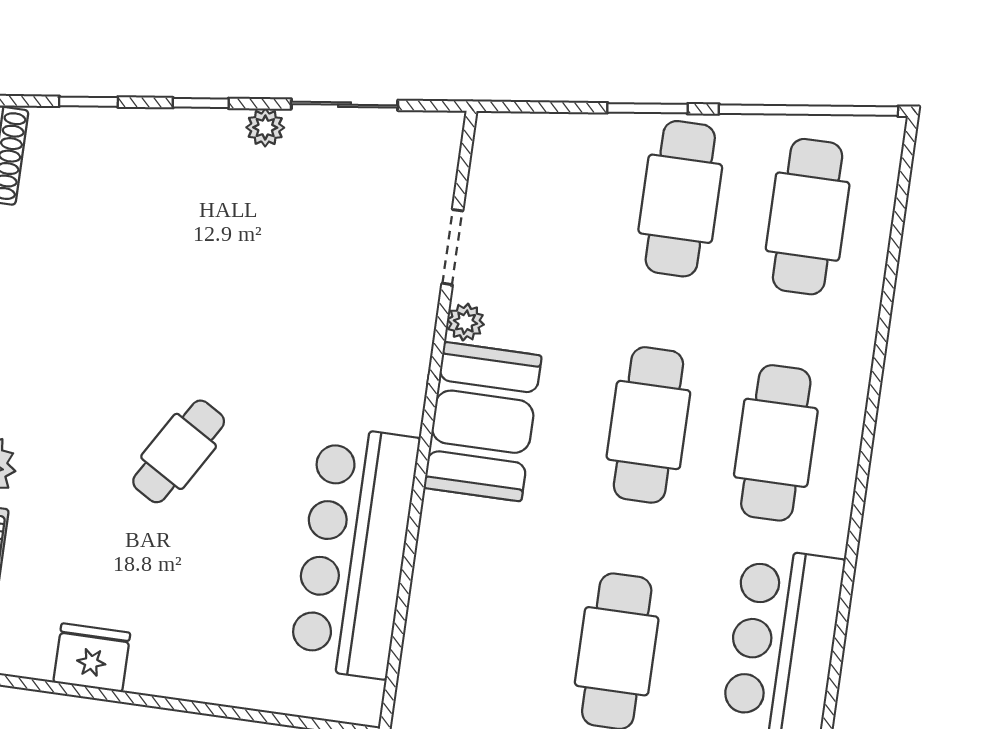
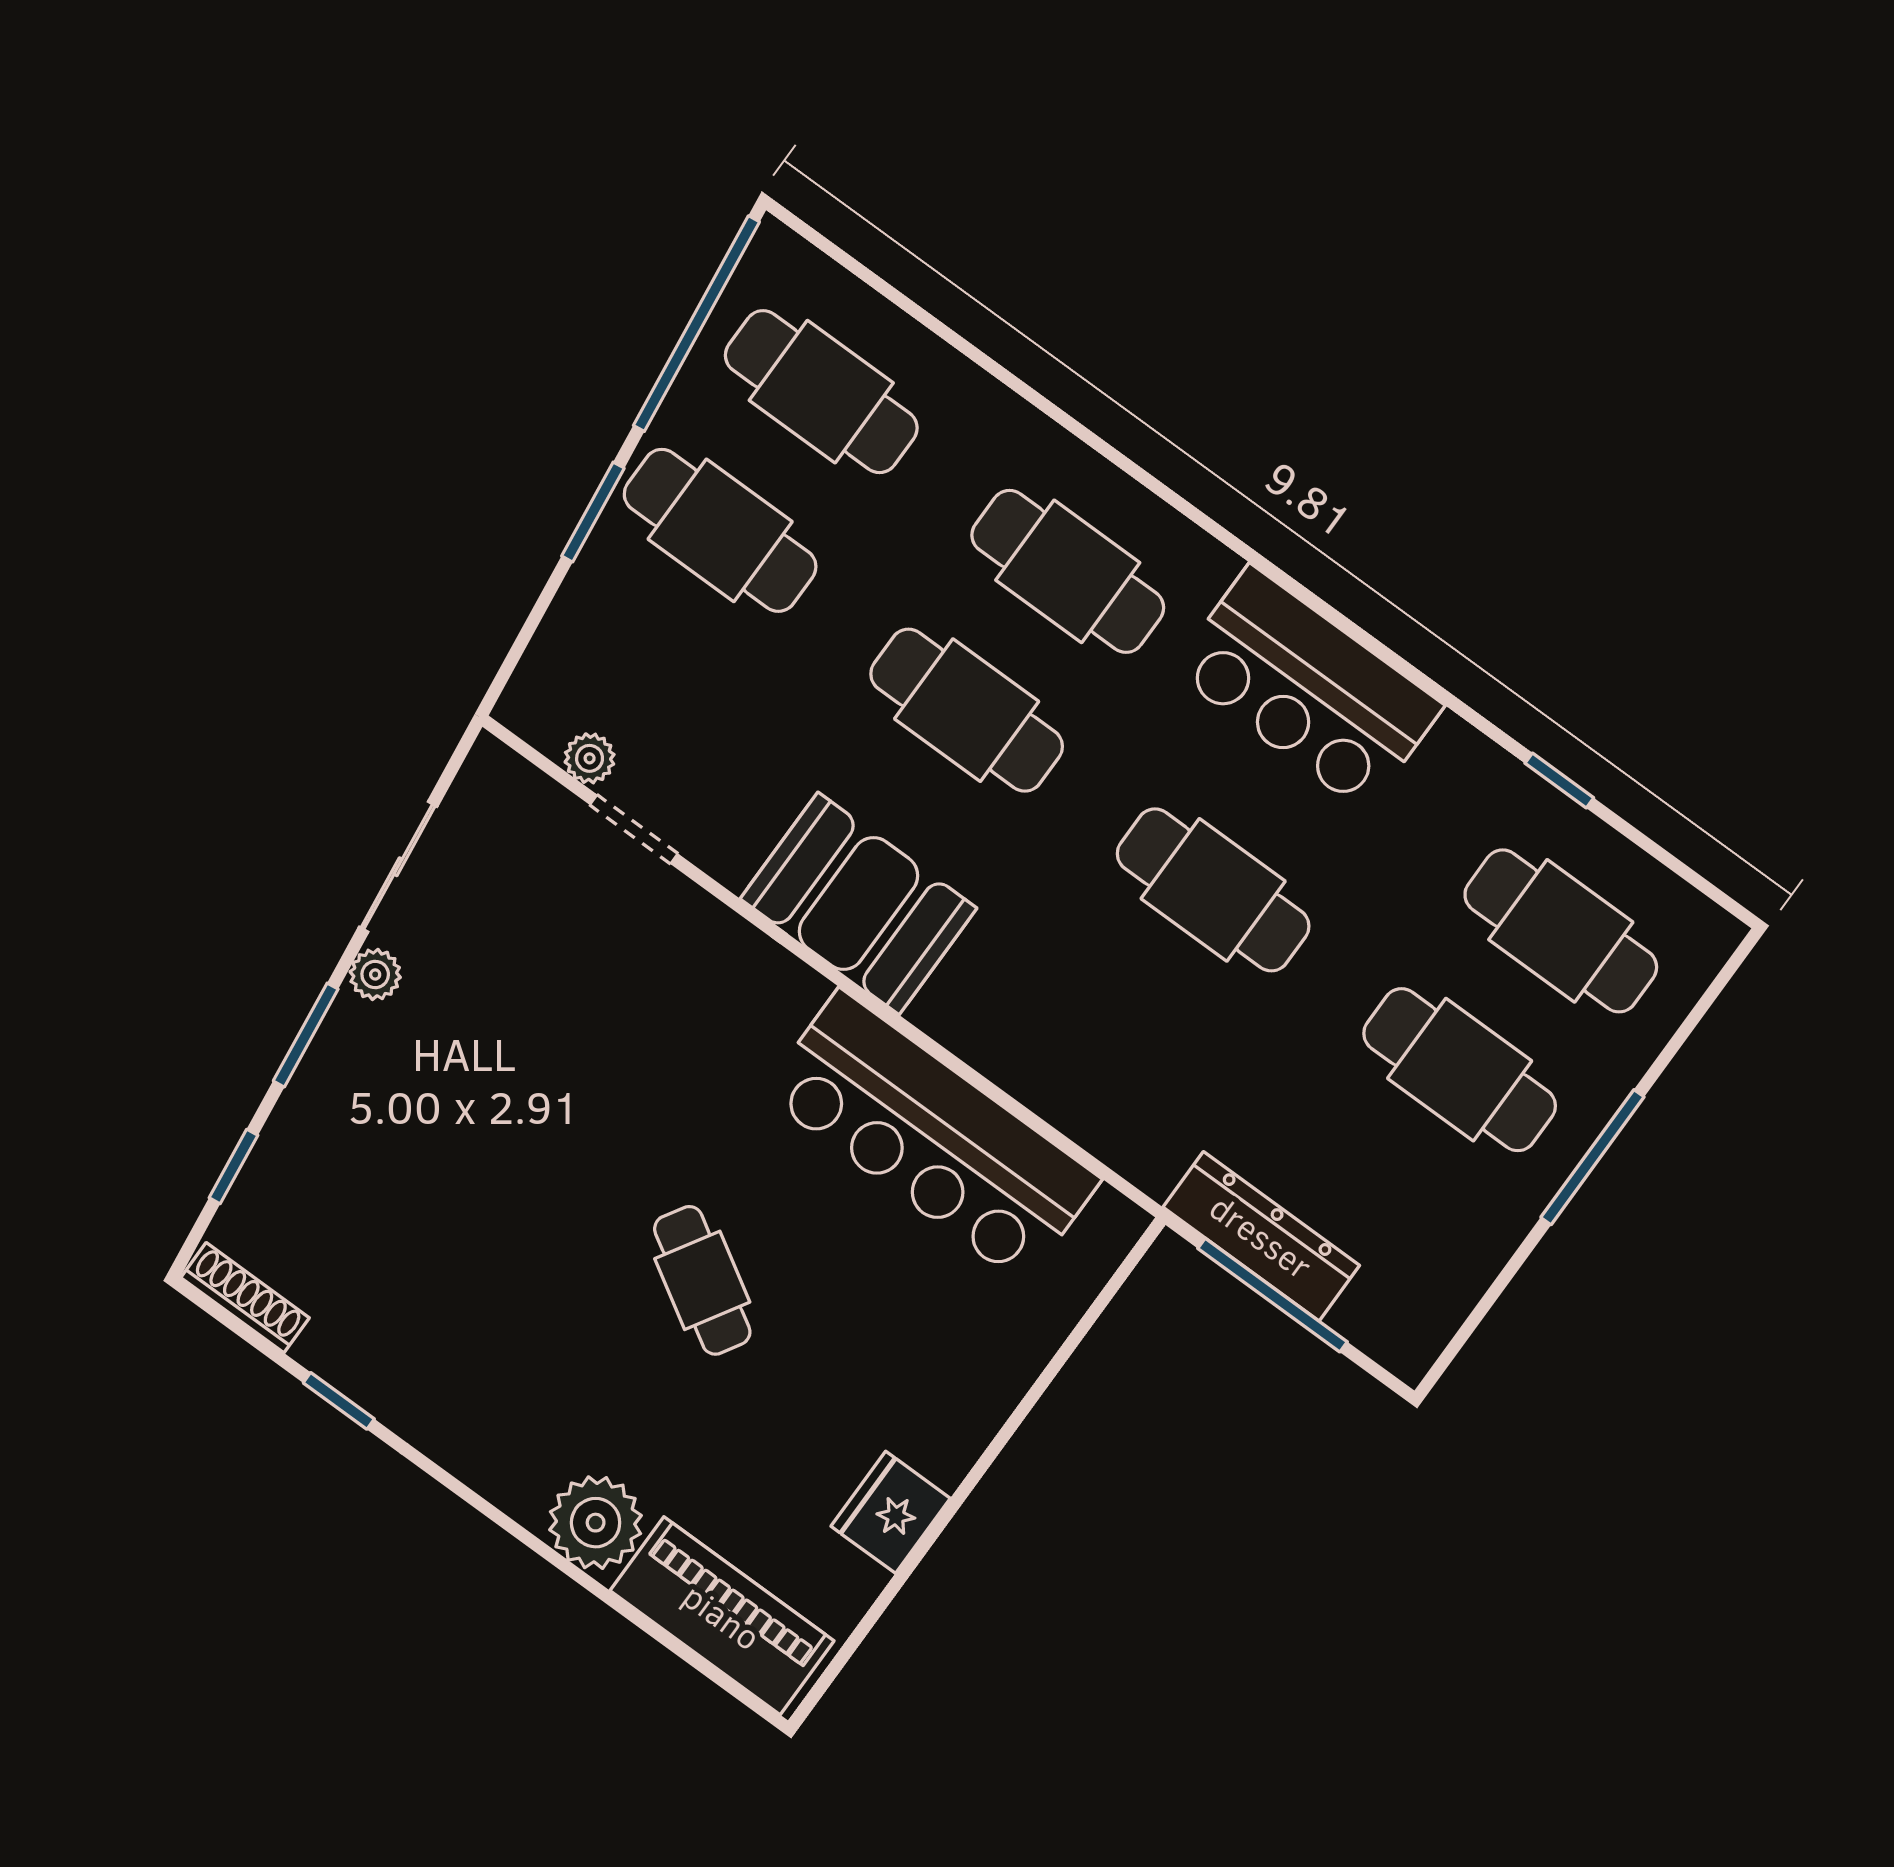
window: (201, 103) -> (306, 1035), width x1.50
plant: (465, 322) -> (590, 758), moved

